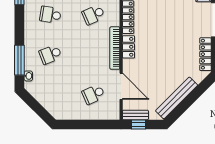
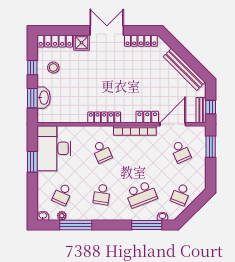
locker: (128, 47) -> (147, 117), moved
school desk: (50, 54) -> (141, 194), width x1.85
school desk: (50, 94) -> (181, 194), added
window: (99, 125) -> (211, 147), added

